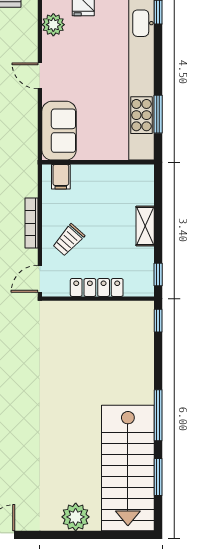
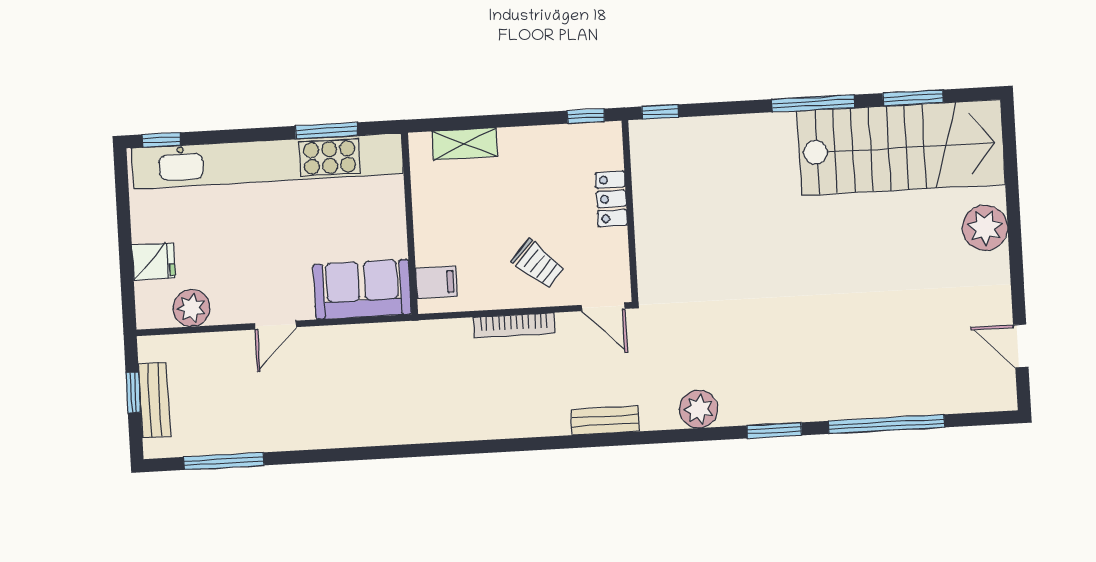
shelving: (145, 226) -> (465, 144), moved
locker: (97, 287) -> (611, 199), width x0.66

